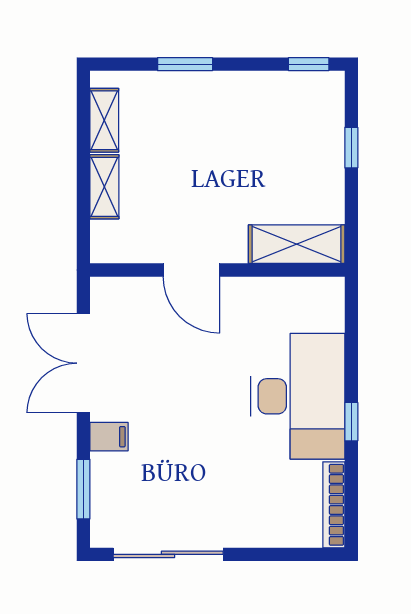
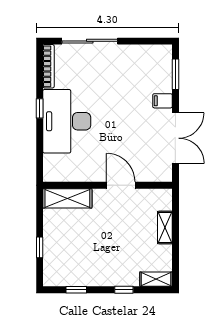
window: (185, 64) -> (124, 290), width x0.67
window: (309, 64) -> (76, 290), moved
shelving: (104, 120) -> (156, 279), moved, turned 90
sliding door: (168, 554) -> (90, 41), moved

